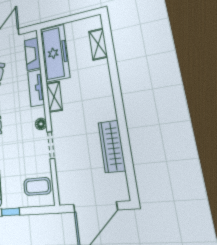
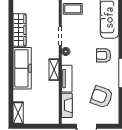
shelving: (98, 44) -> (18, 113), moved
freezer: (55, 53) -> (22, 68), moved, turned 180

